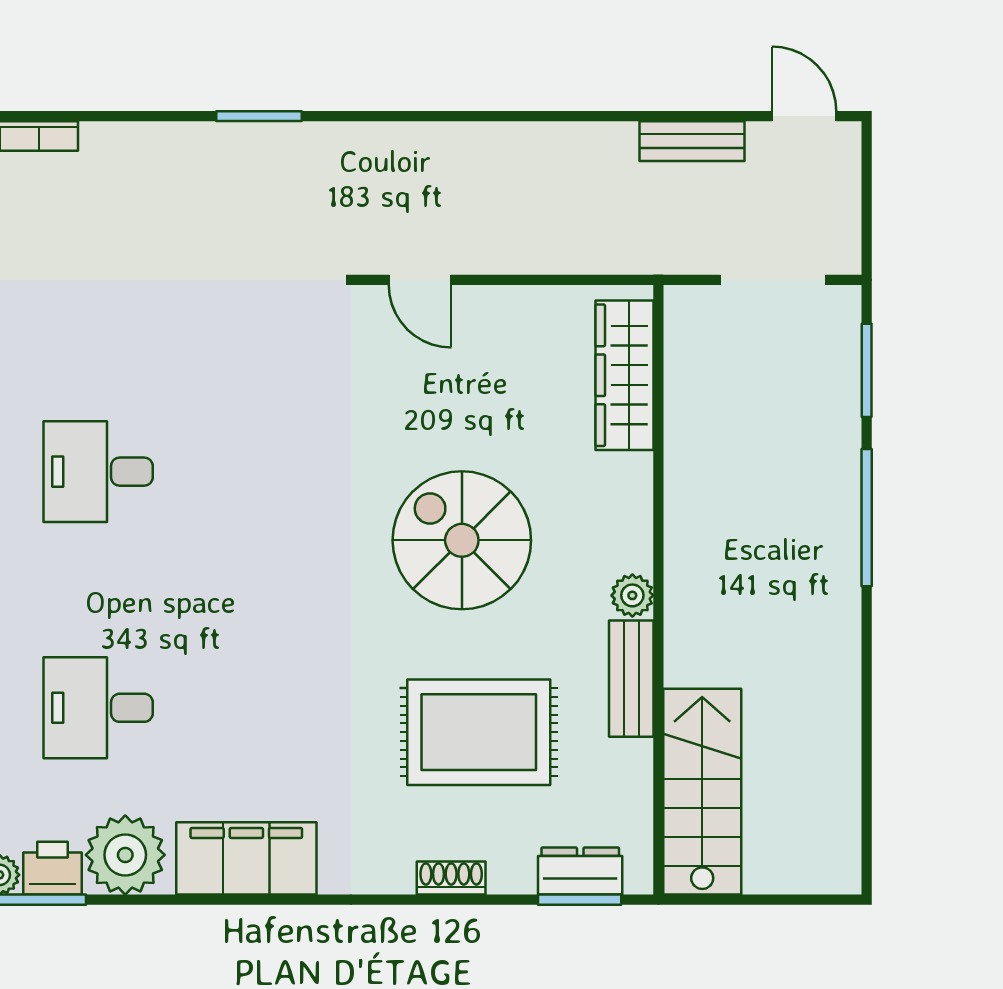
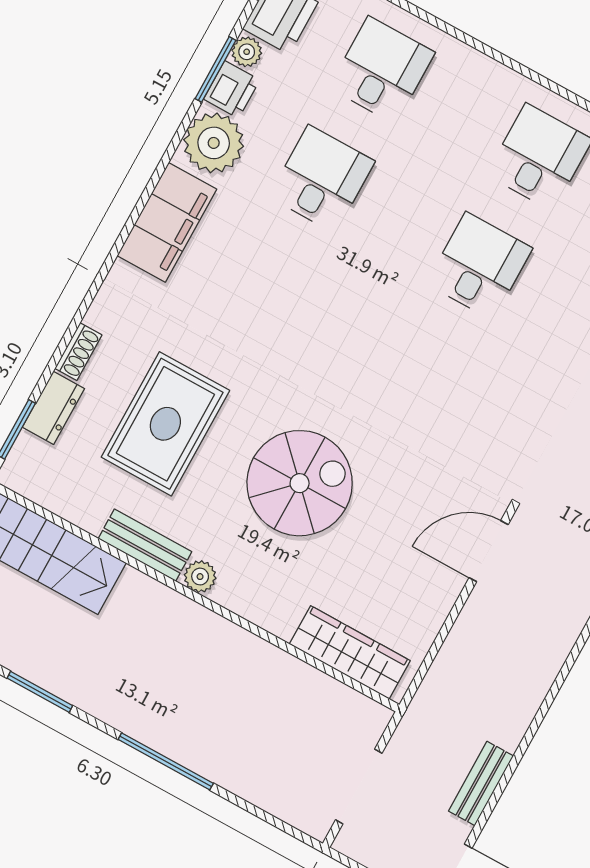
door: (420, 280) -> (489, 551), width x1.38
window: (867, 370) -> (40, 692), moved
dresser: (580, 871) -> (53, 408), moved

